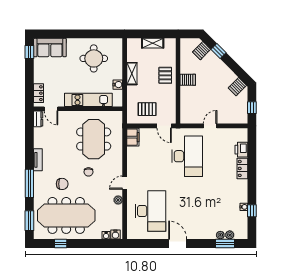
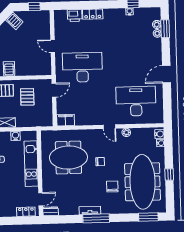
pallet: (147, 109) -> (27, 97), moved
window: (29, 183) -> (96, 218), moved
window: (61, 243) -> (169, 175), moved

